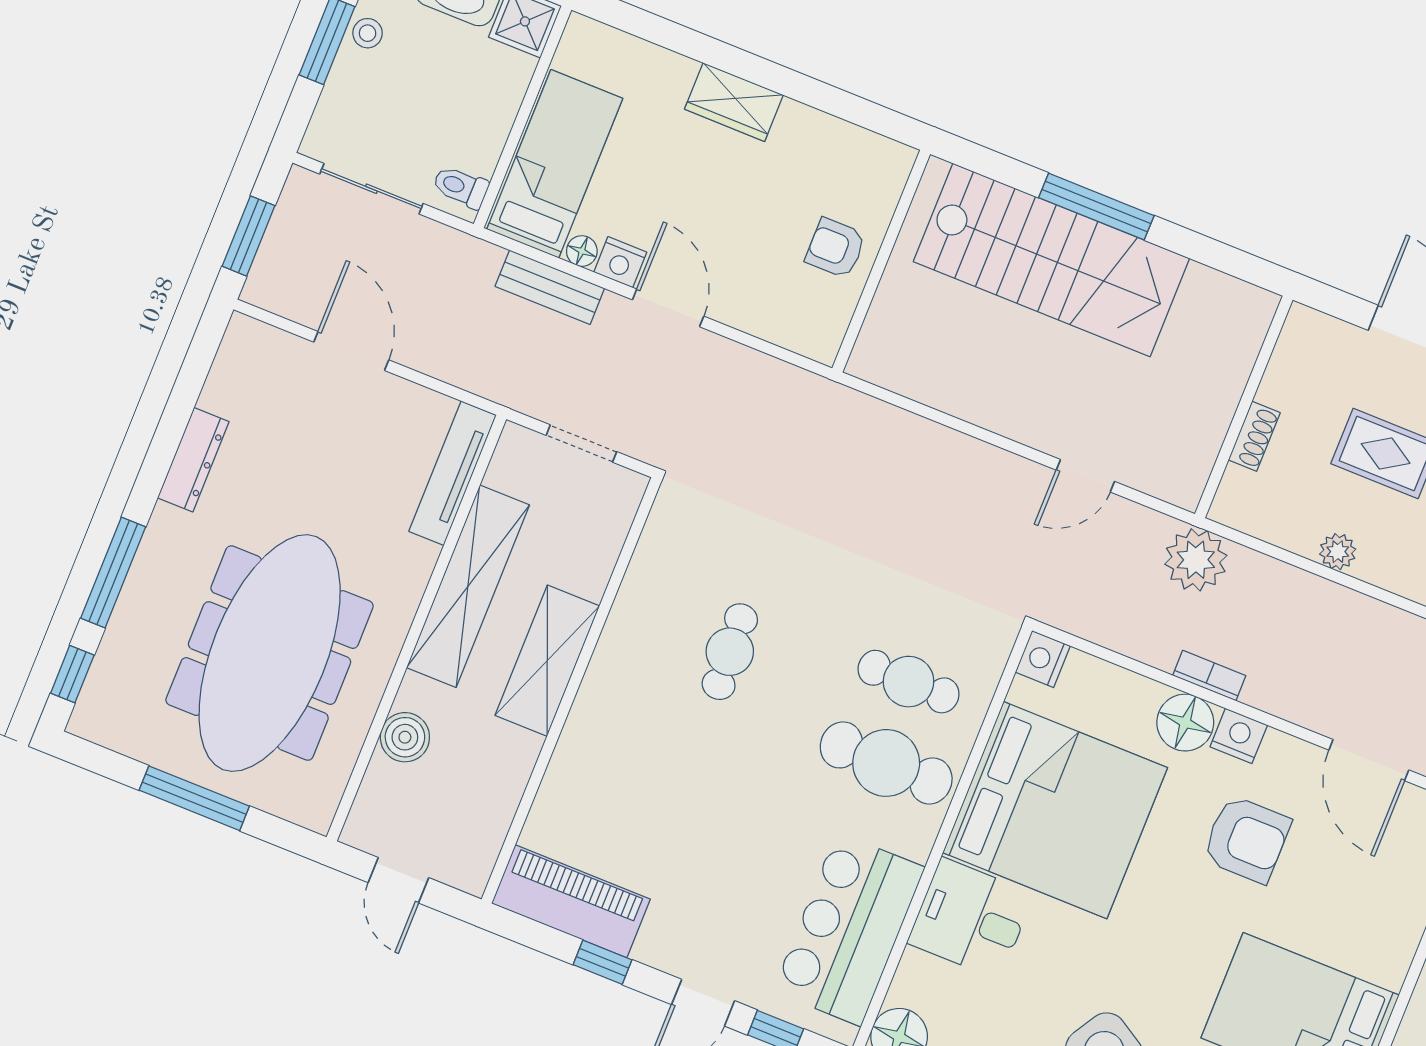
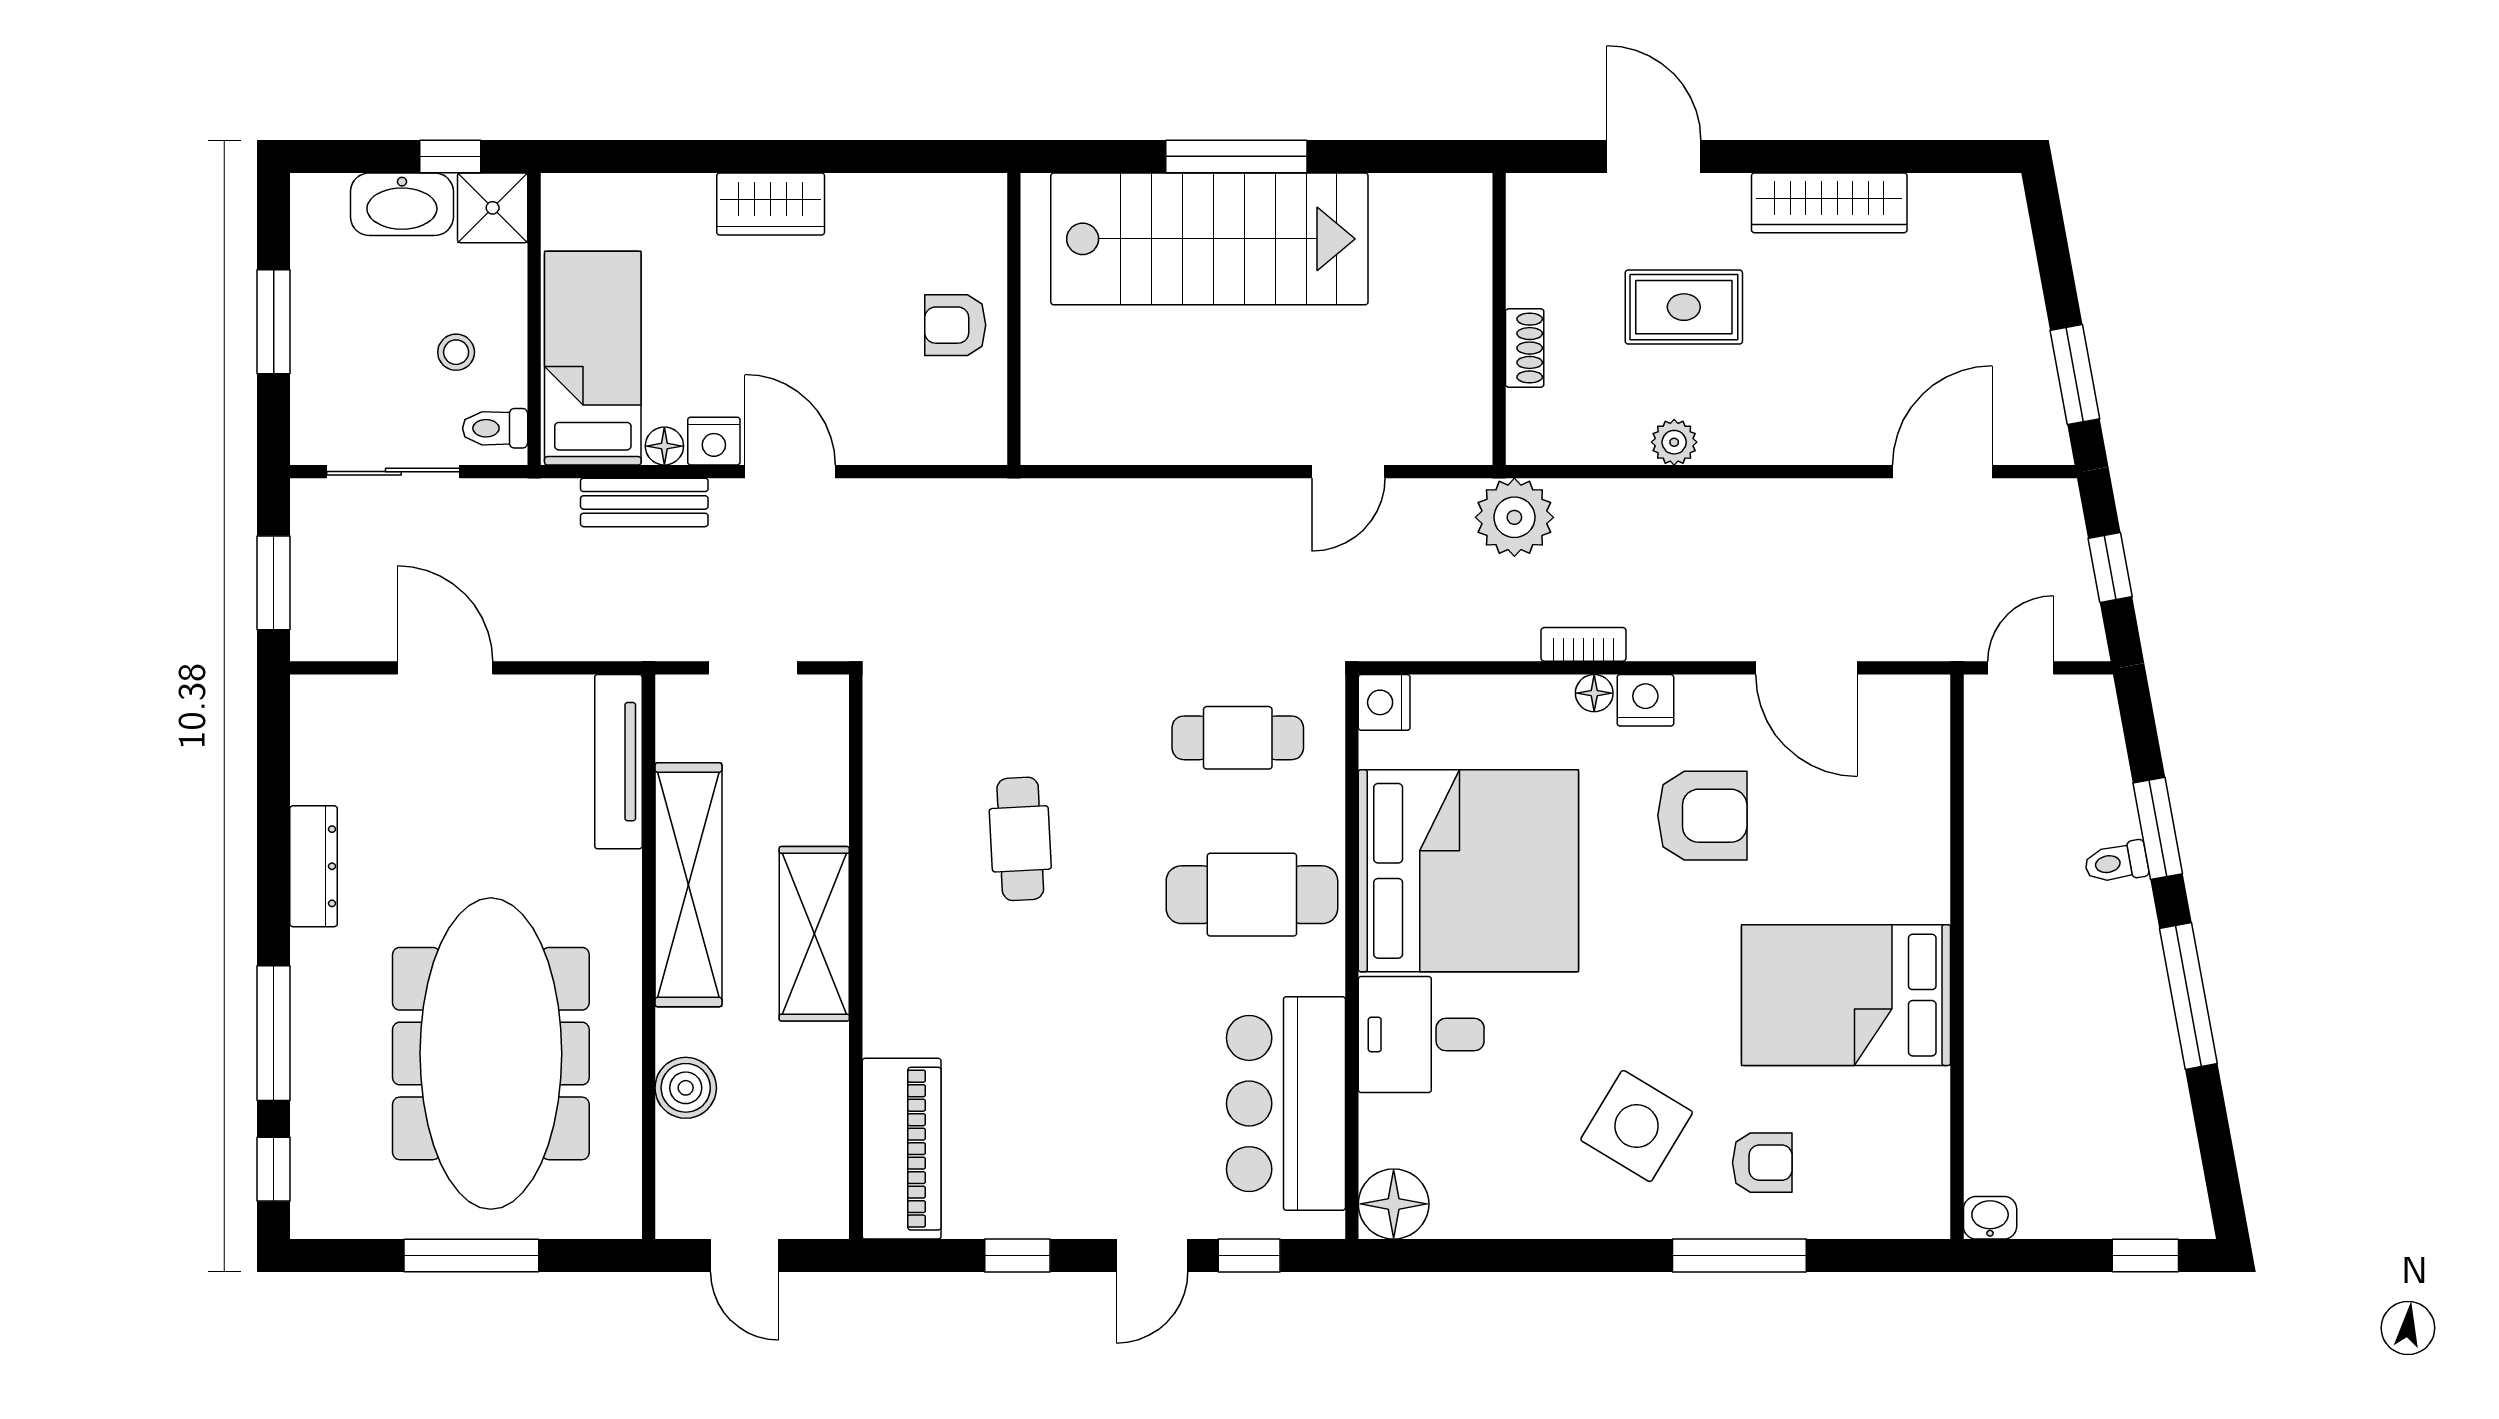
stool: (368, 33) -> (456, 352), moved
cafe table: (909, 682) -> (1238, 738), moved
floor lamp: (1185, 723) -> (1594, 693), width x0.53, depth x0.53
piano: (571, 901) -> (902, 1149), moved, turned 90

